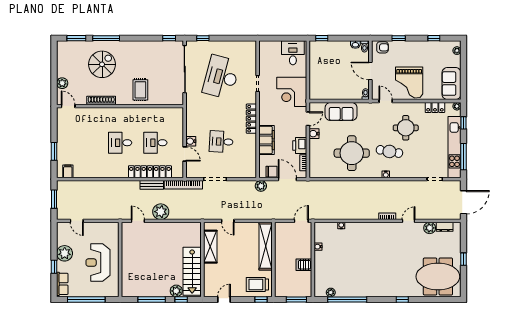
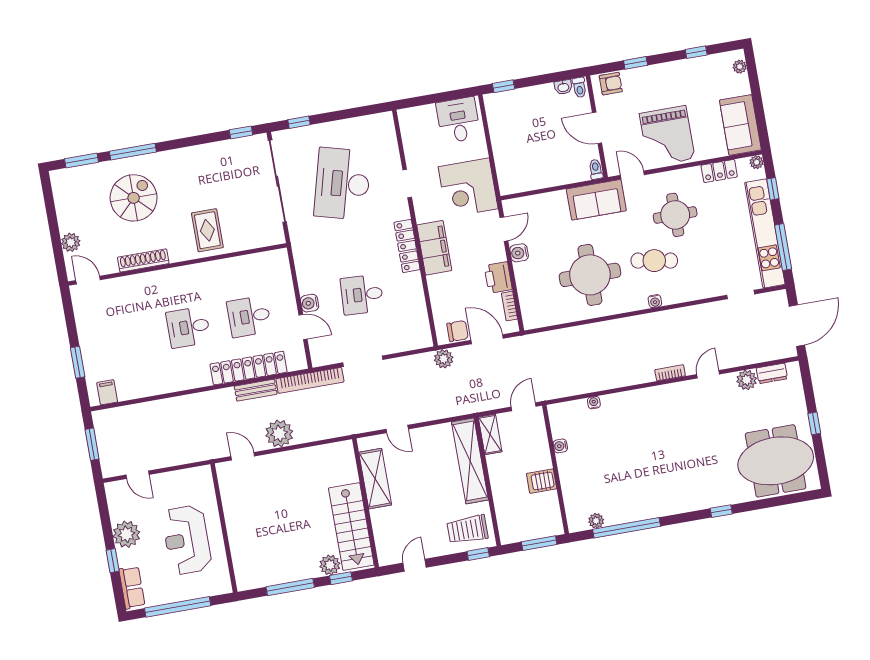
sofa: (341, 111) -> (596, 200), moved
filing cabinet: (267, 140) -> (434, 248), moved
shelving: (280, 233) -> (490, 434), added

